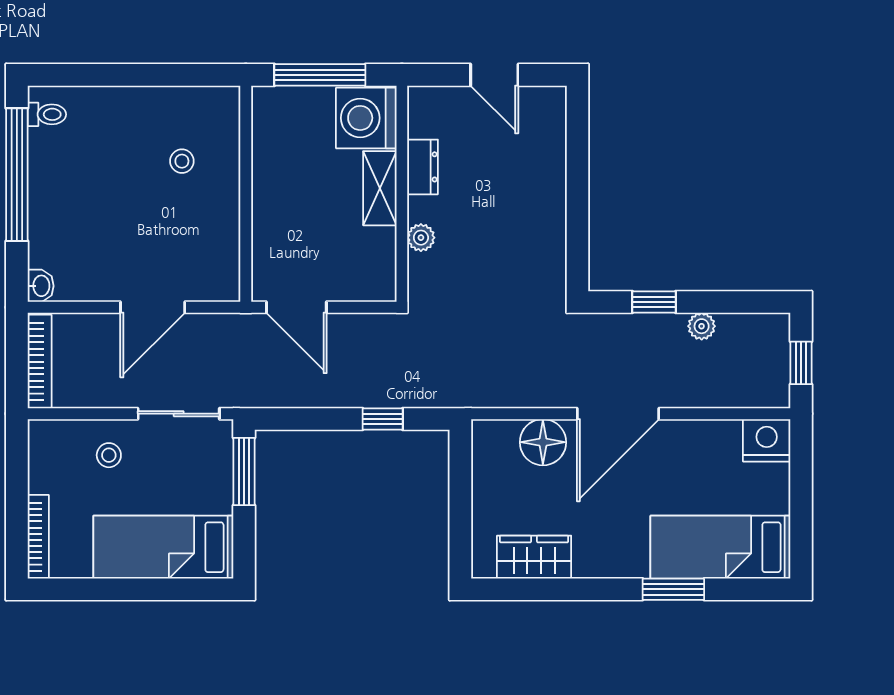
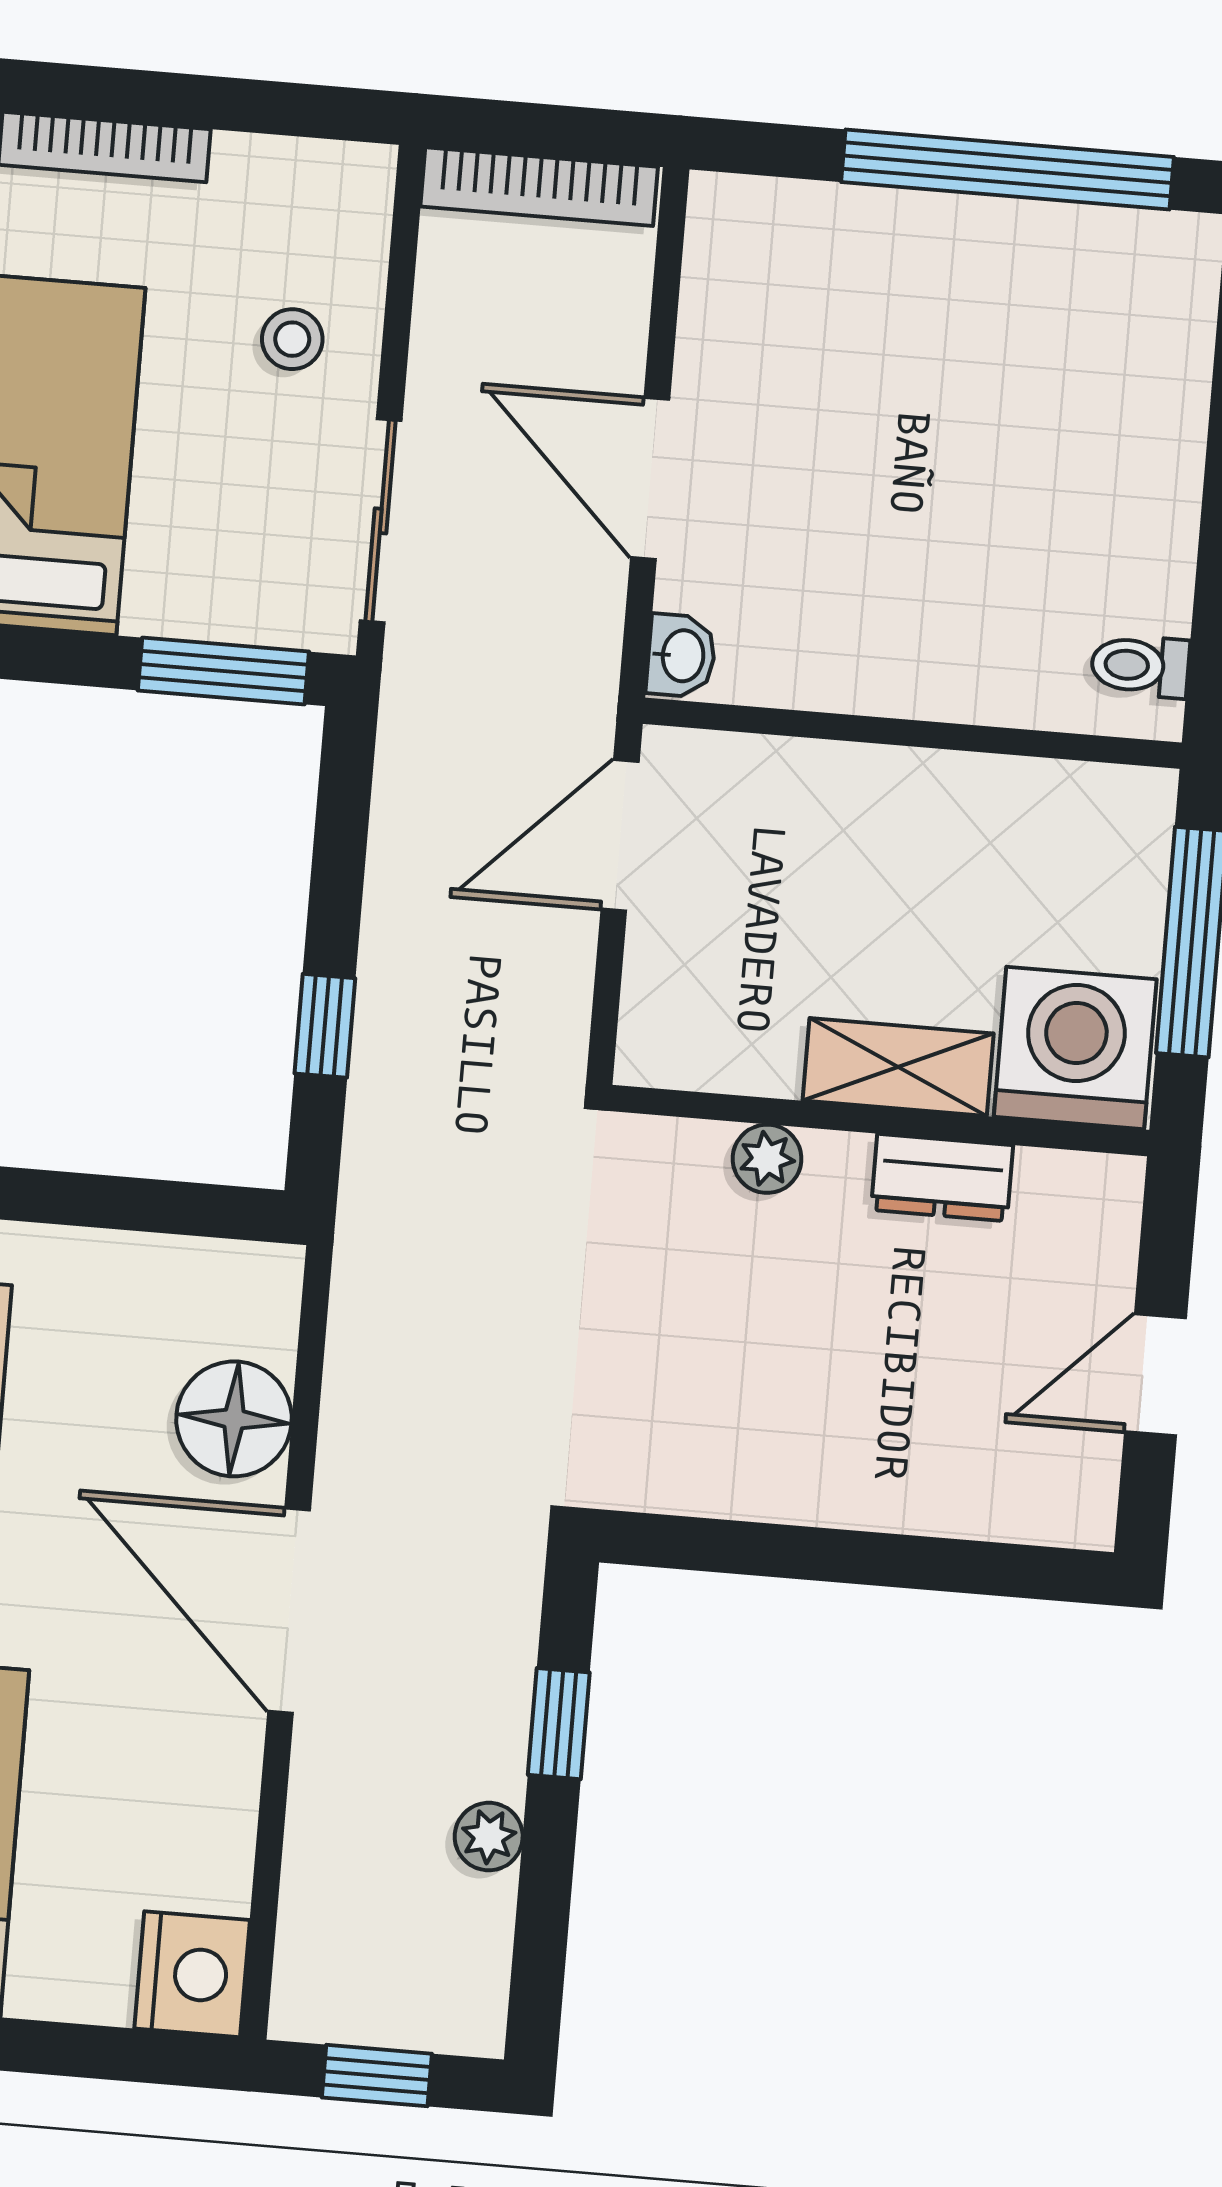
toilet: (47, 114) -> (1140, 666), moved, turned 90
stool: (182, 161) -> (1007, 582), removed
washbasin: (41, 286) -> (681, 656), moved, turned -90

